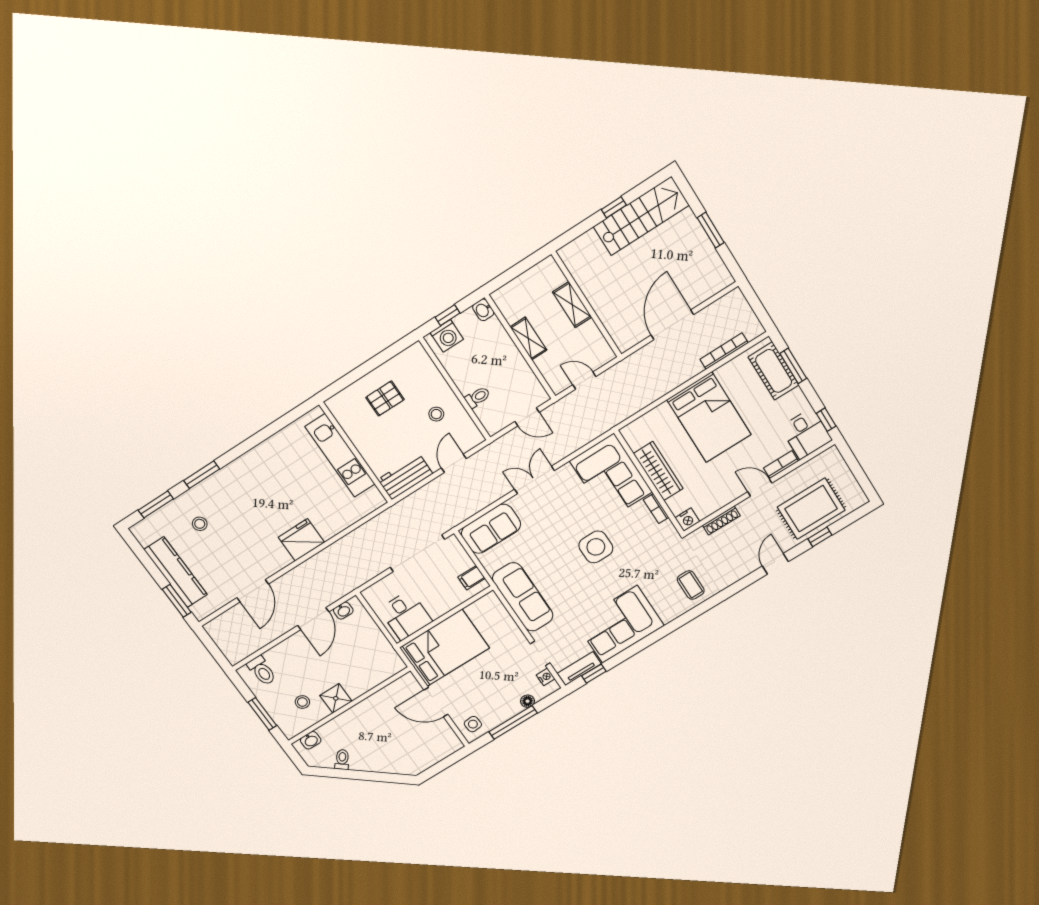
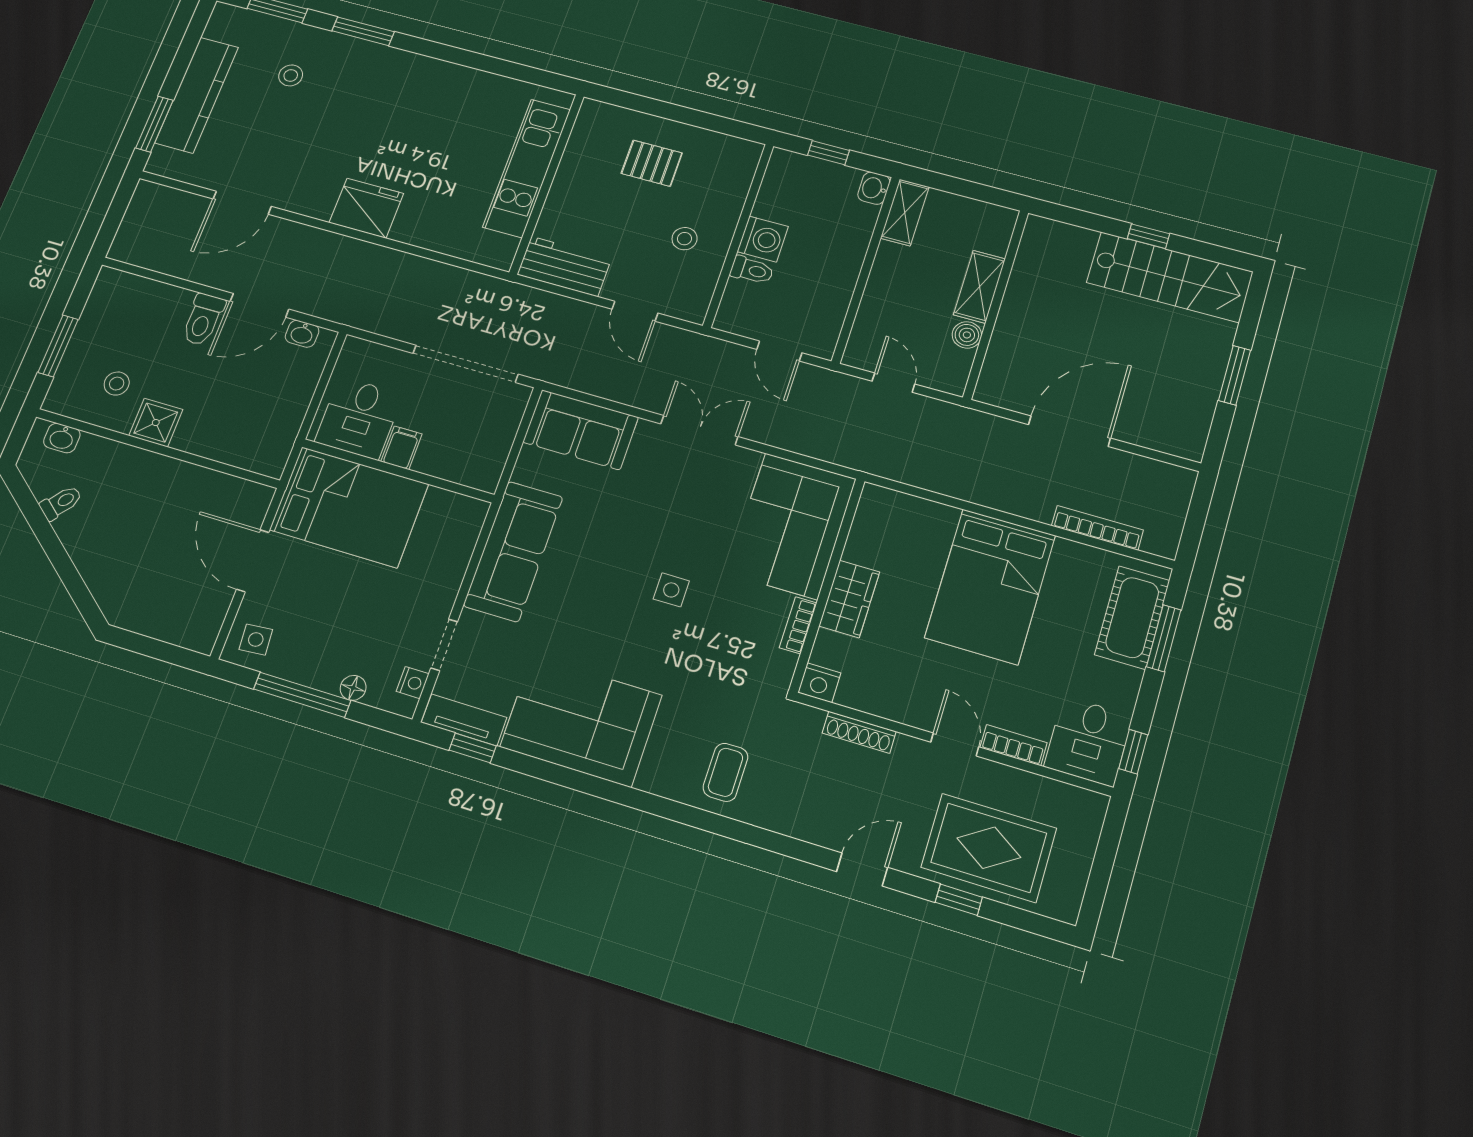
boiler: (590, 330) -> (967, 335), added
washing machine: (447, 336) -> (763, 239), moved, turned -90
shelving: (528, 339) -> (905, 212), moved
door: (454, 463) -> (635, 311), swing flipped
wardrobe: (658, 471) -> (849, 599), width x0.67
side table: (596, 547) -> (671, 590), width x0.54, depth x0.54
filing cabinet: (472, 578) -> (401, 448), moved, turned 90
toilet: (262, 671) -> (203, 319), moved

